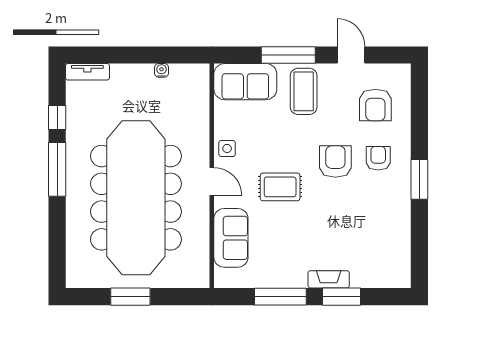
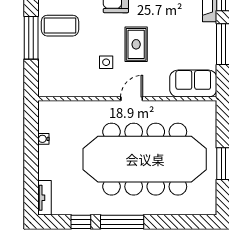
sofa: (245, 82) -> (52, 72), removed
side table: (227, 148) -> (106, 62), moved
sofa: (231, 238) -> (193, 84), moved

